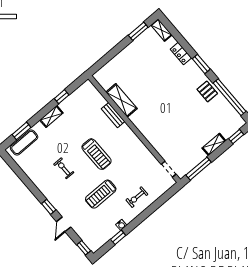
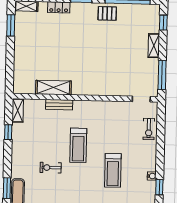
shelving: (51, 117) -> (18, 110), moved
treadmill: (97, 154) -> (78, 145), turned 90
exercise bike: (64, 168) -> (51, 168), moved
exercise bike: (137, 197) -> (149, 129), moved

